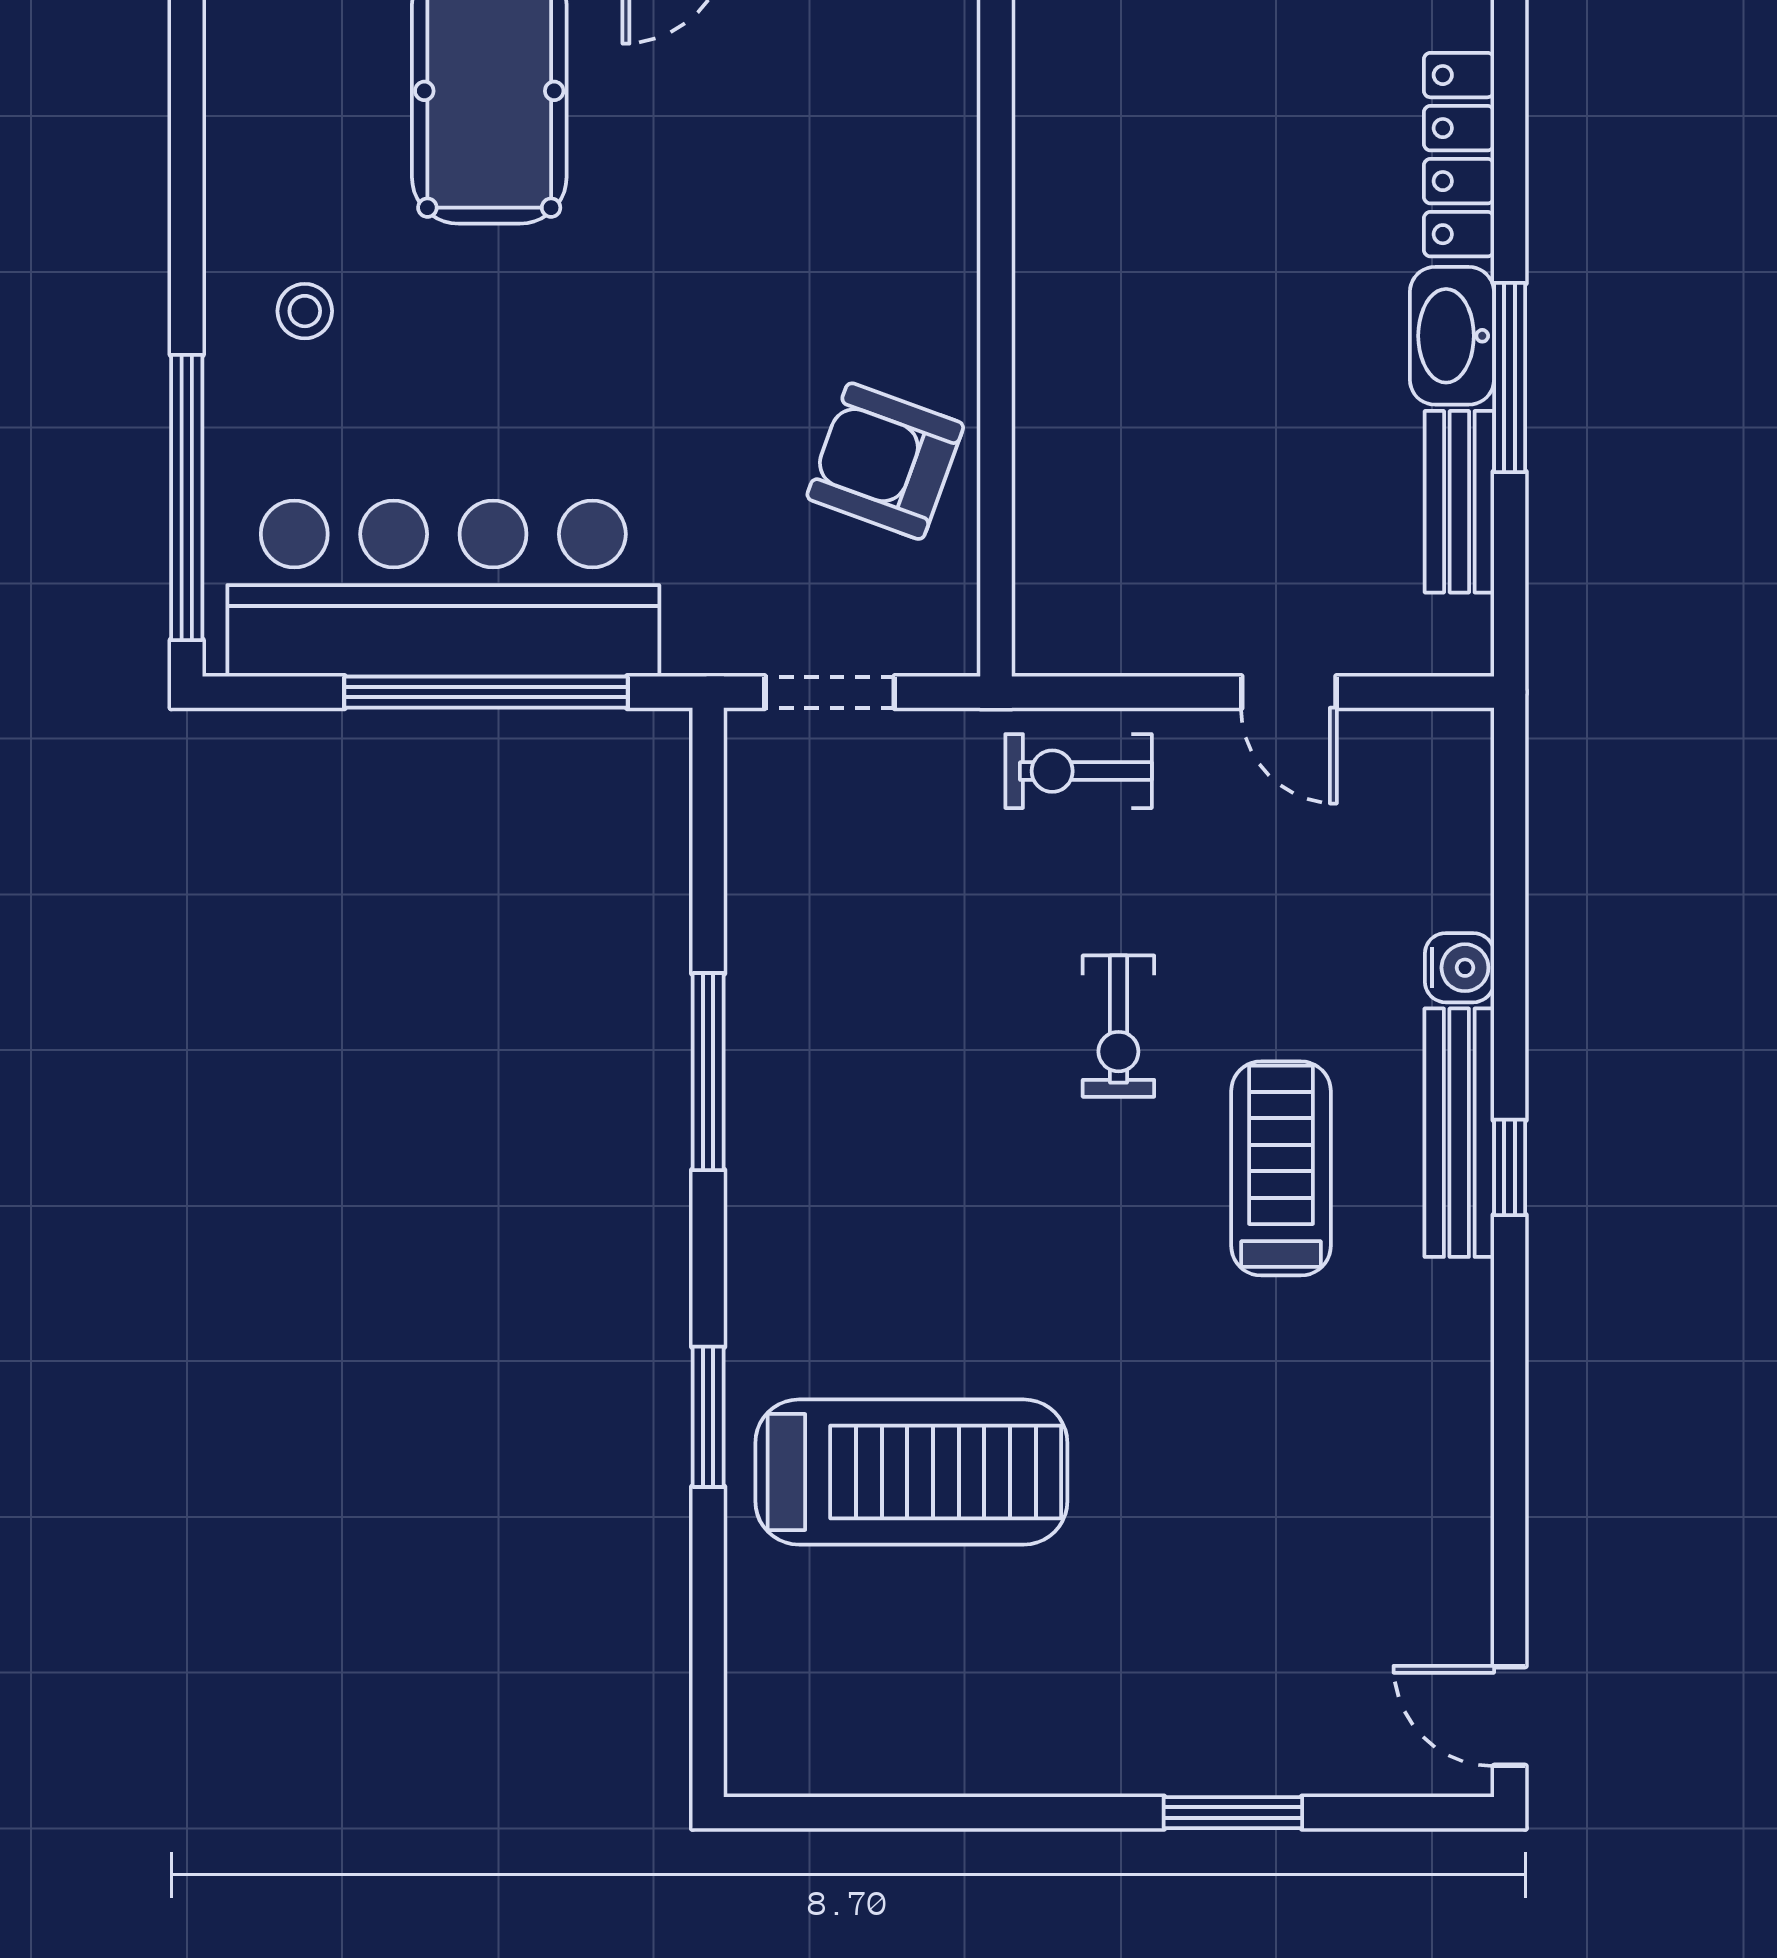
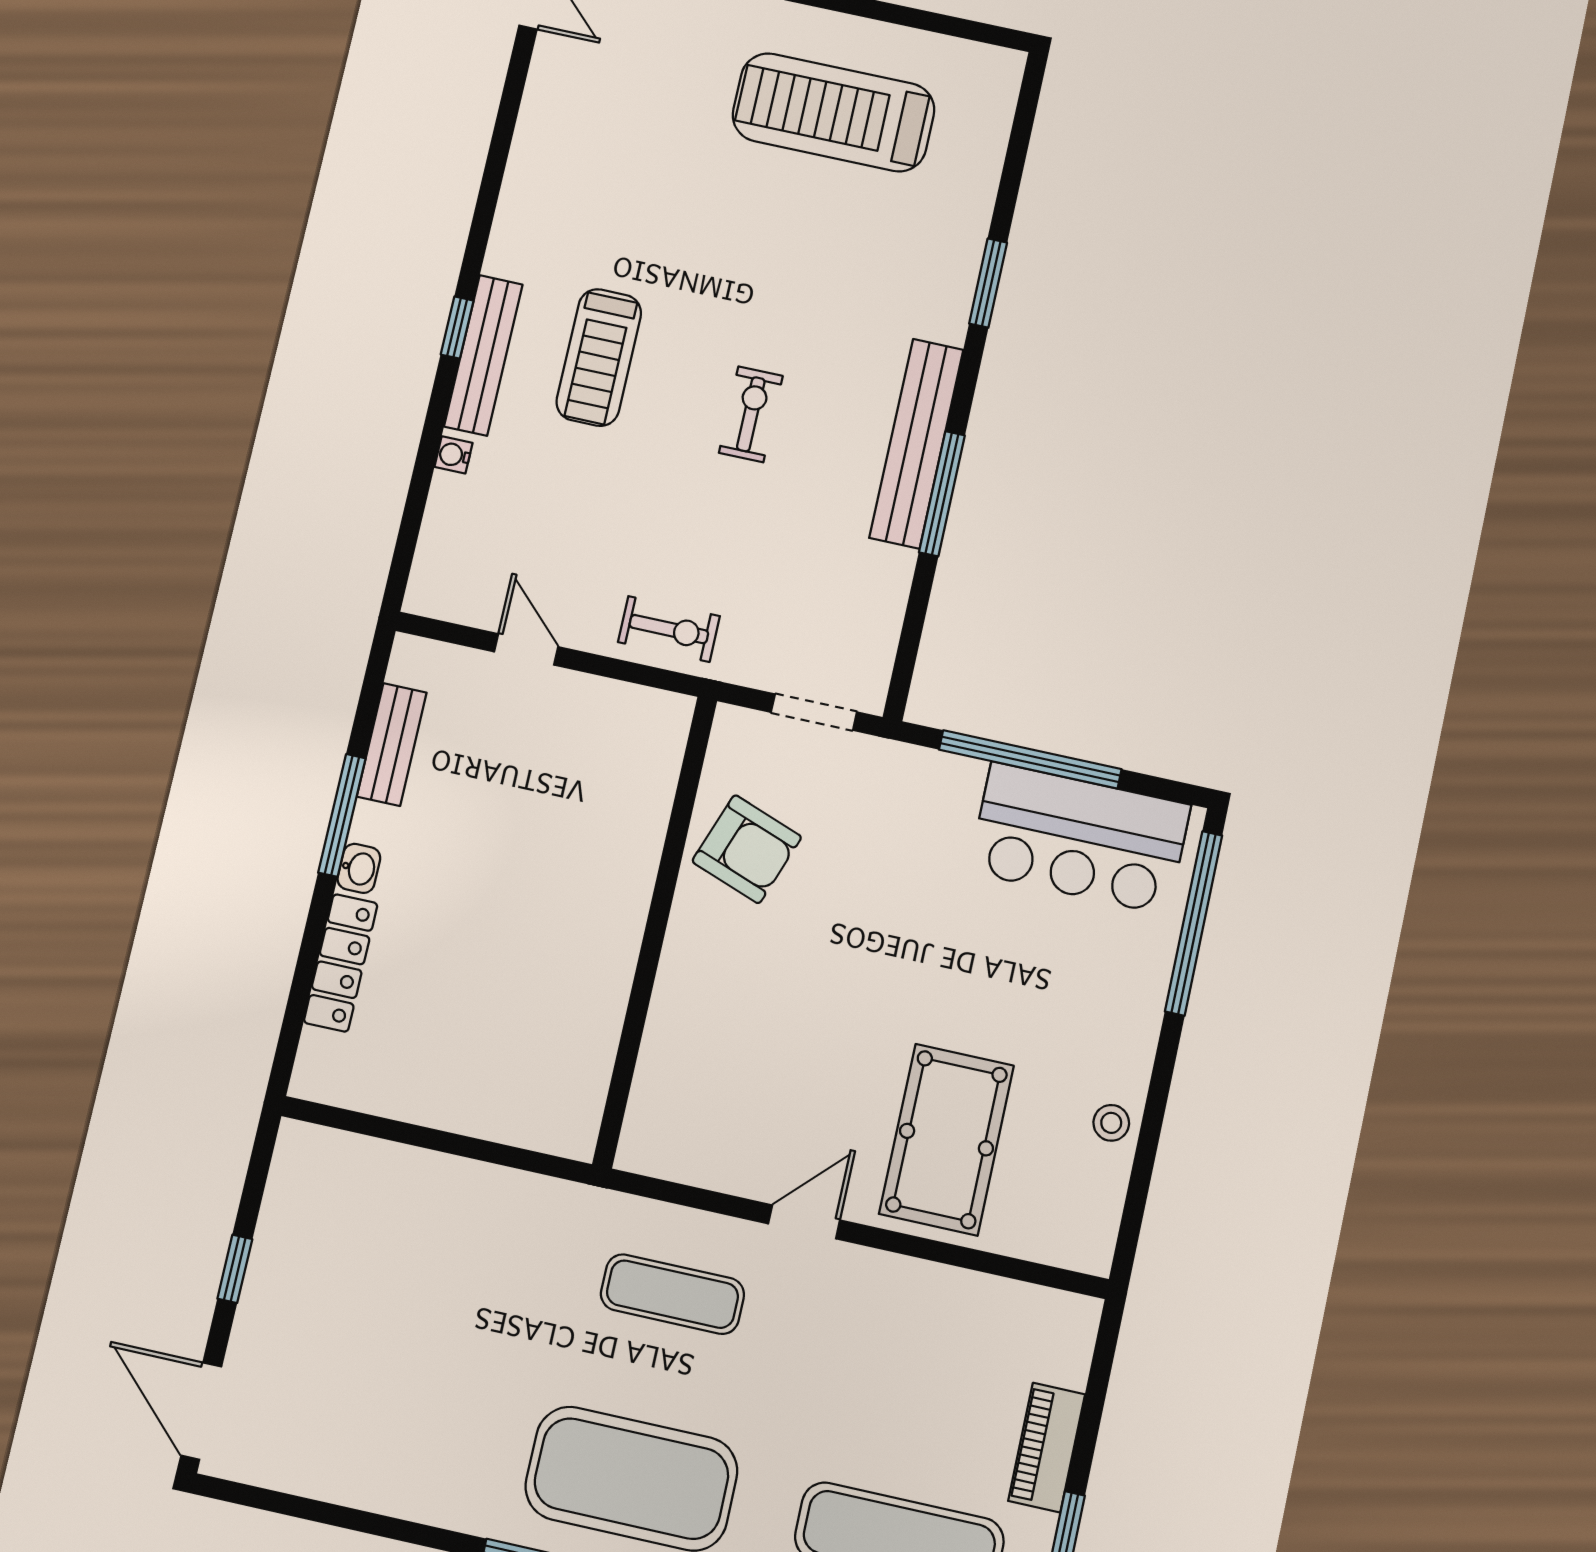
stool: (305, 311) -> (1111, 1123), moved
washbasin: (1452, 336) -> (359, 868), width x0.52, depth x0.69
bar counter: (443, 589) -> (1080, 838), width x0.73
water cooler: (1459, 968) -> (454, 455), width x0.72, depth x0.72
exercise bike: (1118, 1026) -> (751, 414), moved
bench: (764, 1141) -> (916, 444), added
treadmill: (911, 1472) -> (833, 112), moved

